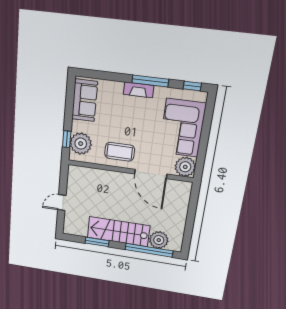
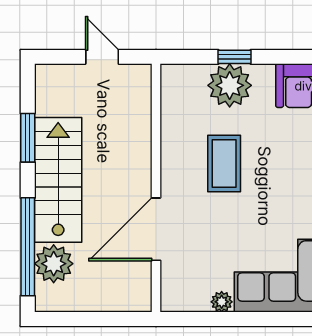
plant: (185, 167) -> (222, 302), width x0.53, depth x0.53
wall: (130, 171) -> (156, 188), moved
door: (151, 174) -> (156, 229), moved

